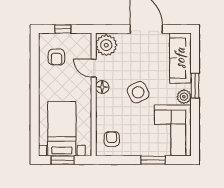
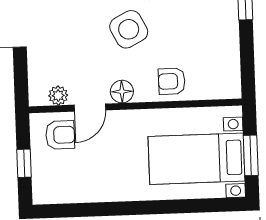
plant: (106, 45) -> (58, 96), width x0.53, depth x0.53
armchair: (56, 57) -> (60, 135), moved
armchair: (112, 139) -> (172, 81), moved

